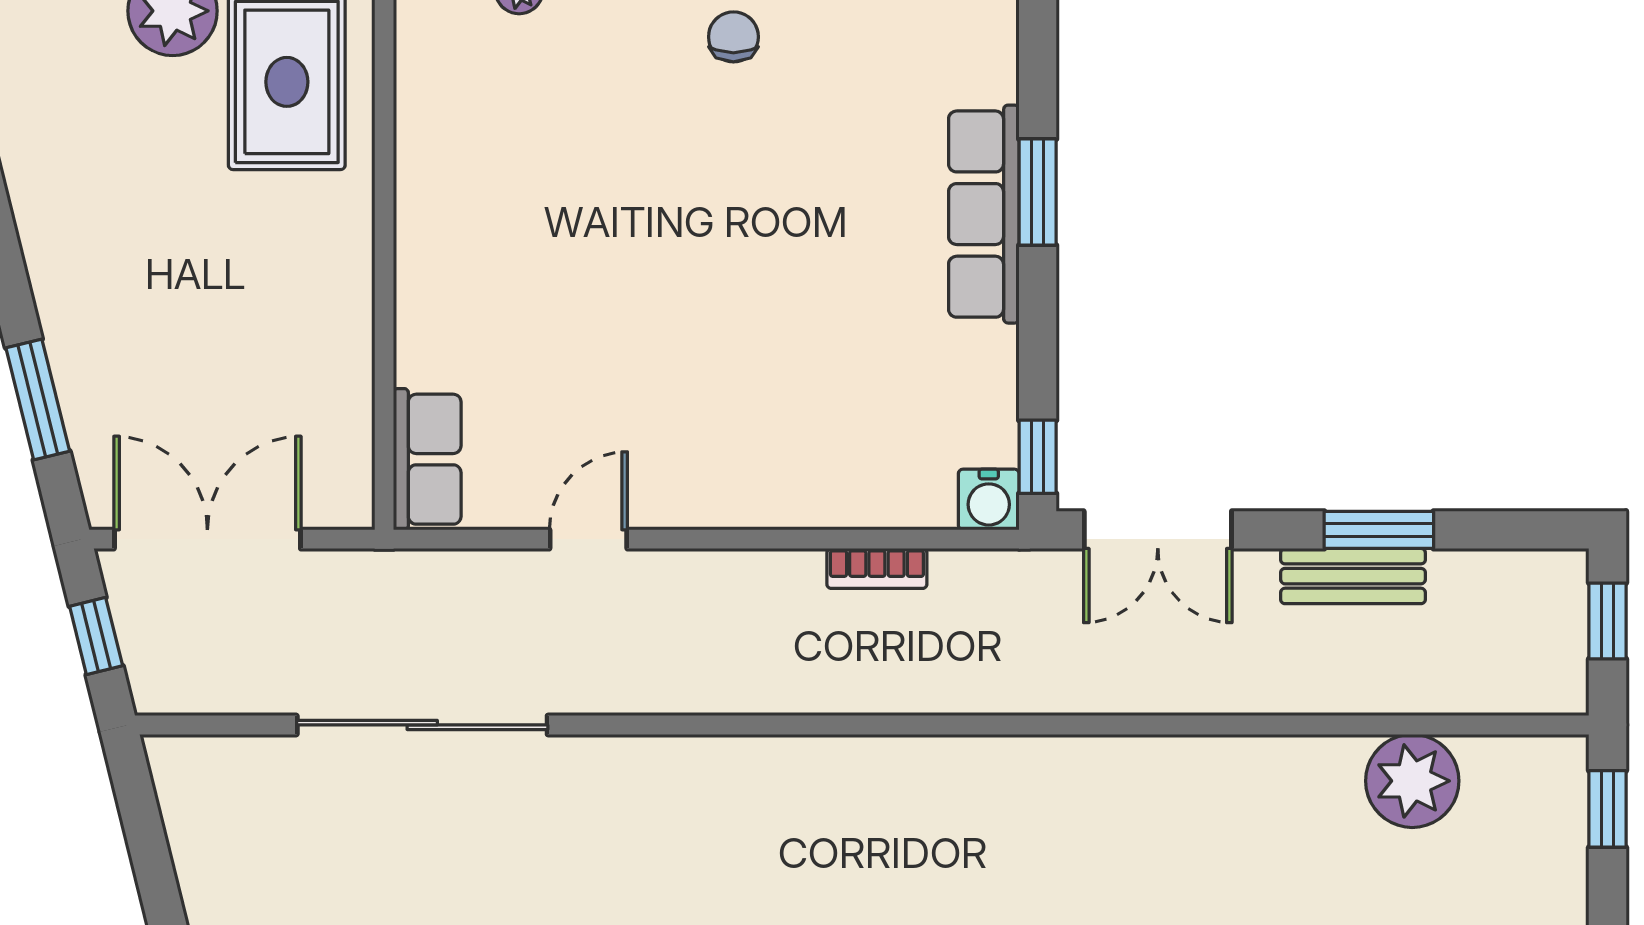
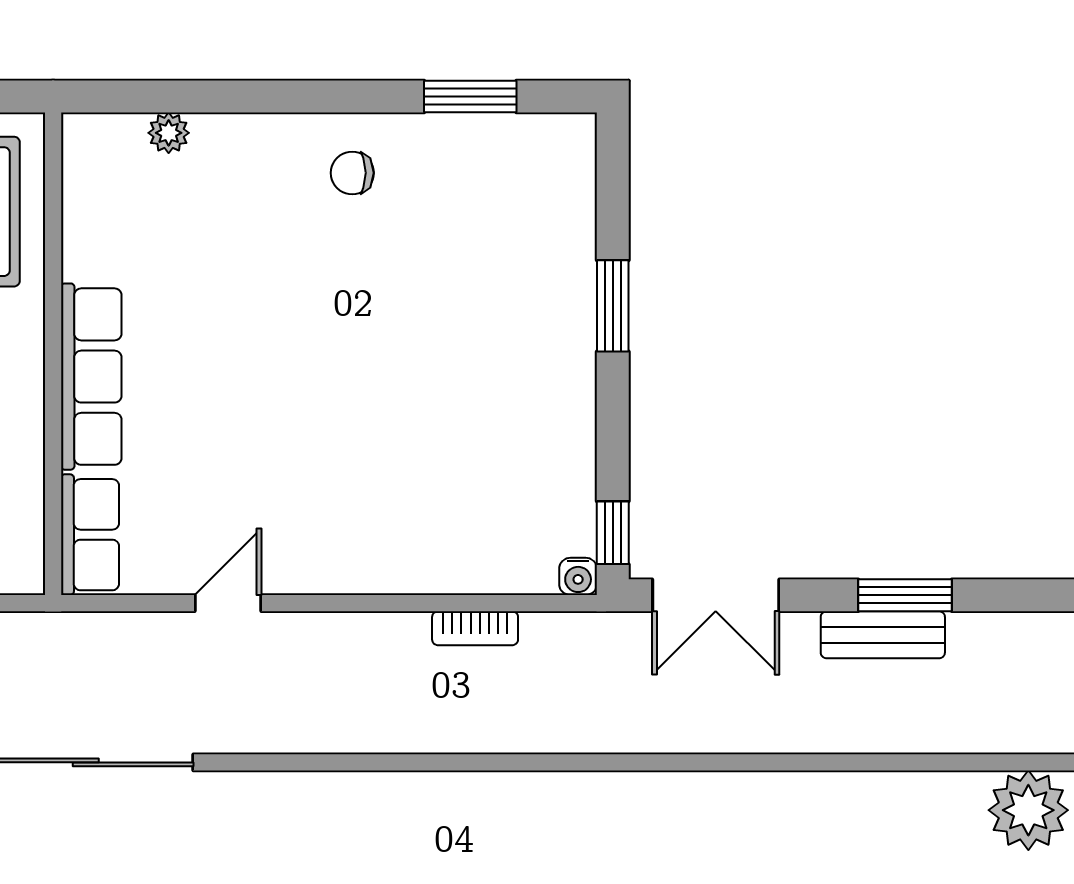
chair: (733, 37) -> (352, 173), turned -90
row of seats: (984, 214) -> (91, 377), moved, turned 180
water cooler: (989, 500) -> (578, 576), width x0.72, depth x0.72
plant: (1412, 781) -> (1028, 810), moved

